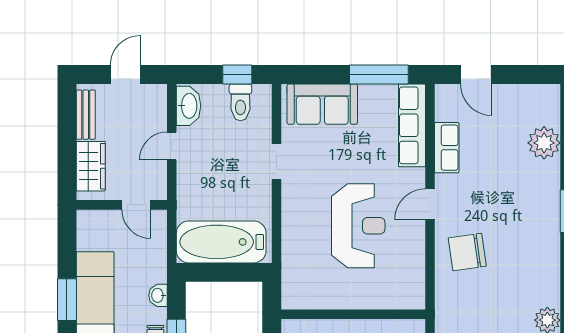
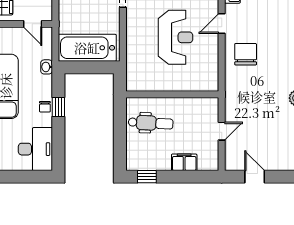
chair: (467, 252) -> (246, 54), turned 98
washbasin: (158, 295) -> (47, 67), moved

